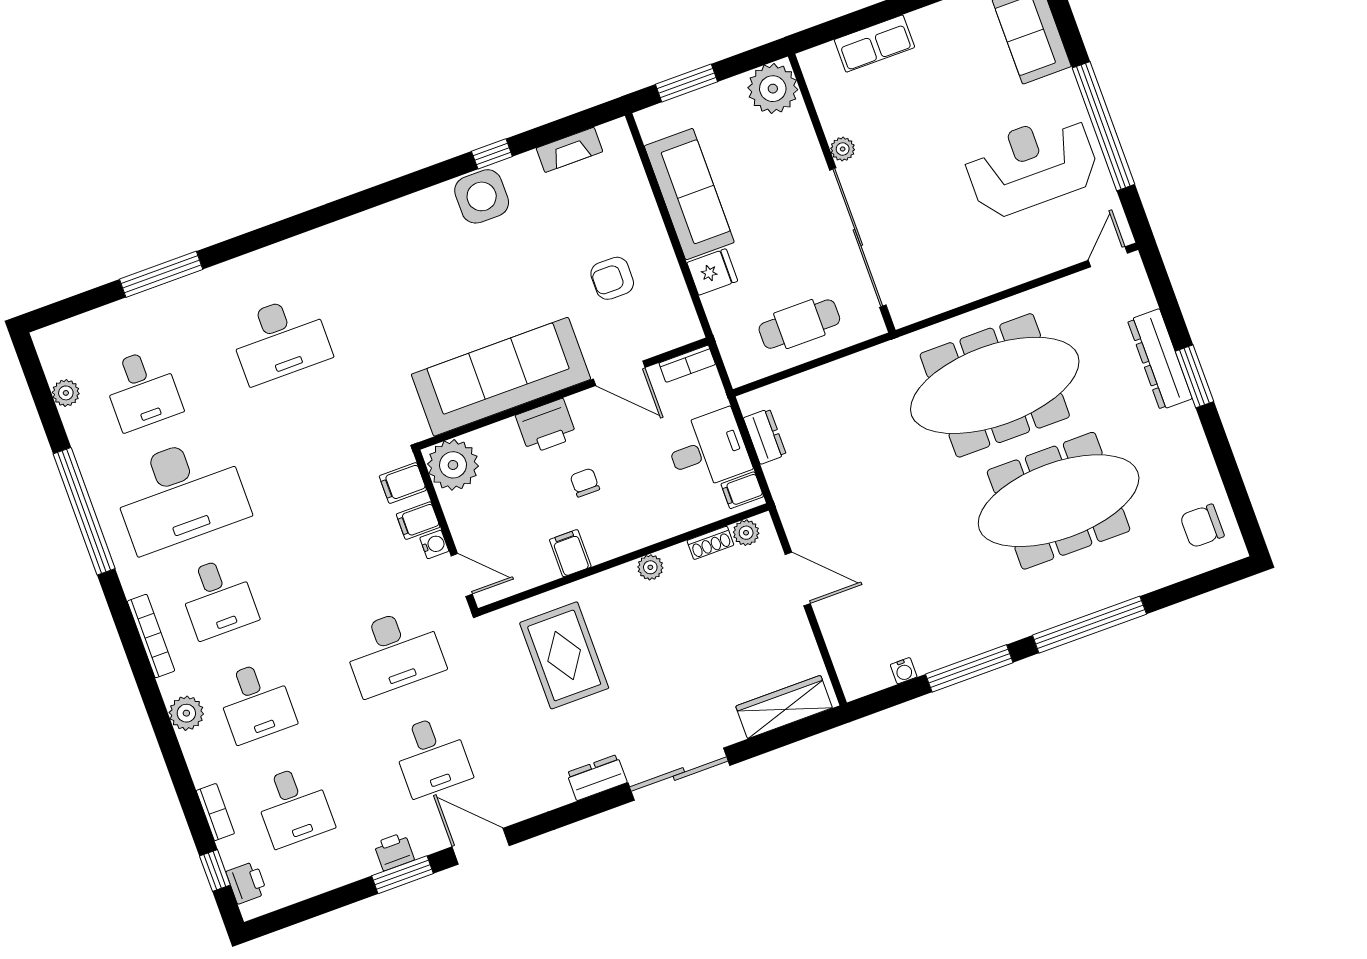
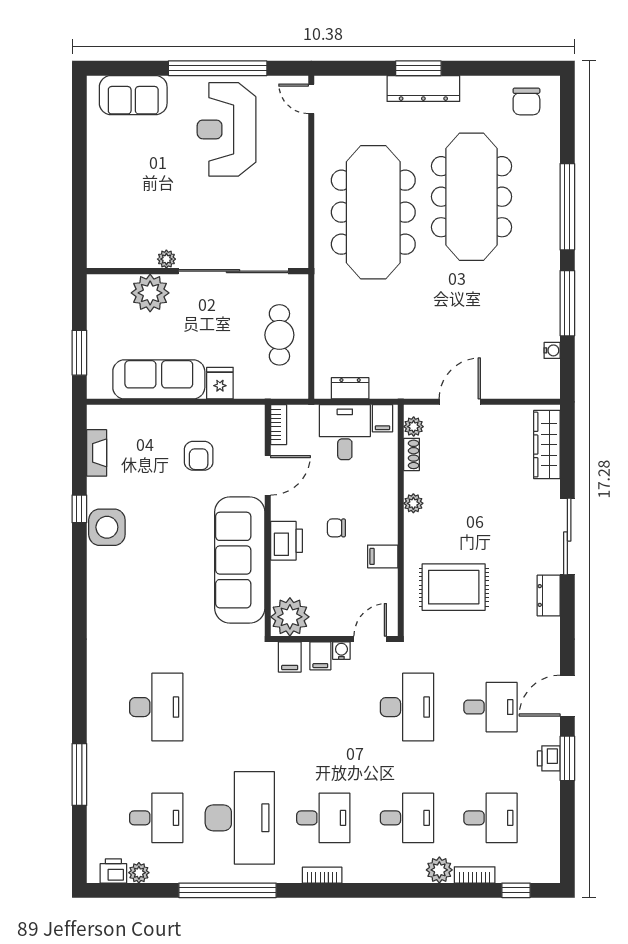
row of seats: (874, 44) -> (100, 209), removed
plant: (773, 89) -> (150, 293), moved
dresser: (1160, 359) -> (423, 88), moved
bookcase: (151, 636) -> (322, 875), width x0.64
plant: (186, 713) -> (439, 870), moved
printer: (247, 883) -> (113, 871), moved

